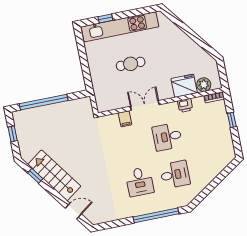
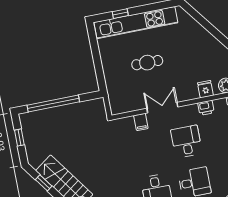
fridge: (184, 86) -> (205, 89), width x0.53, depth x0.75
desk: (167, 137) -> (186, 142), turned 90

